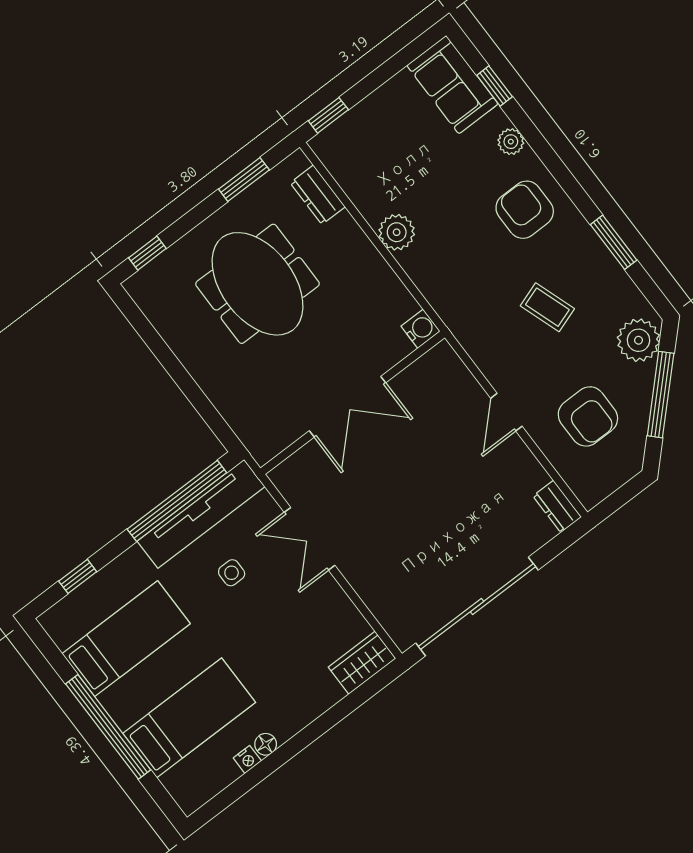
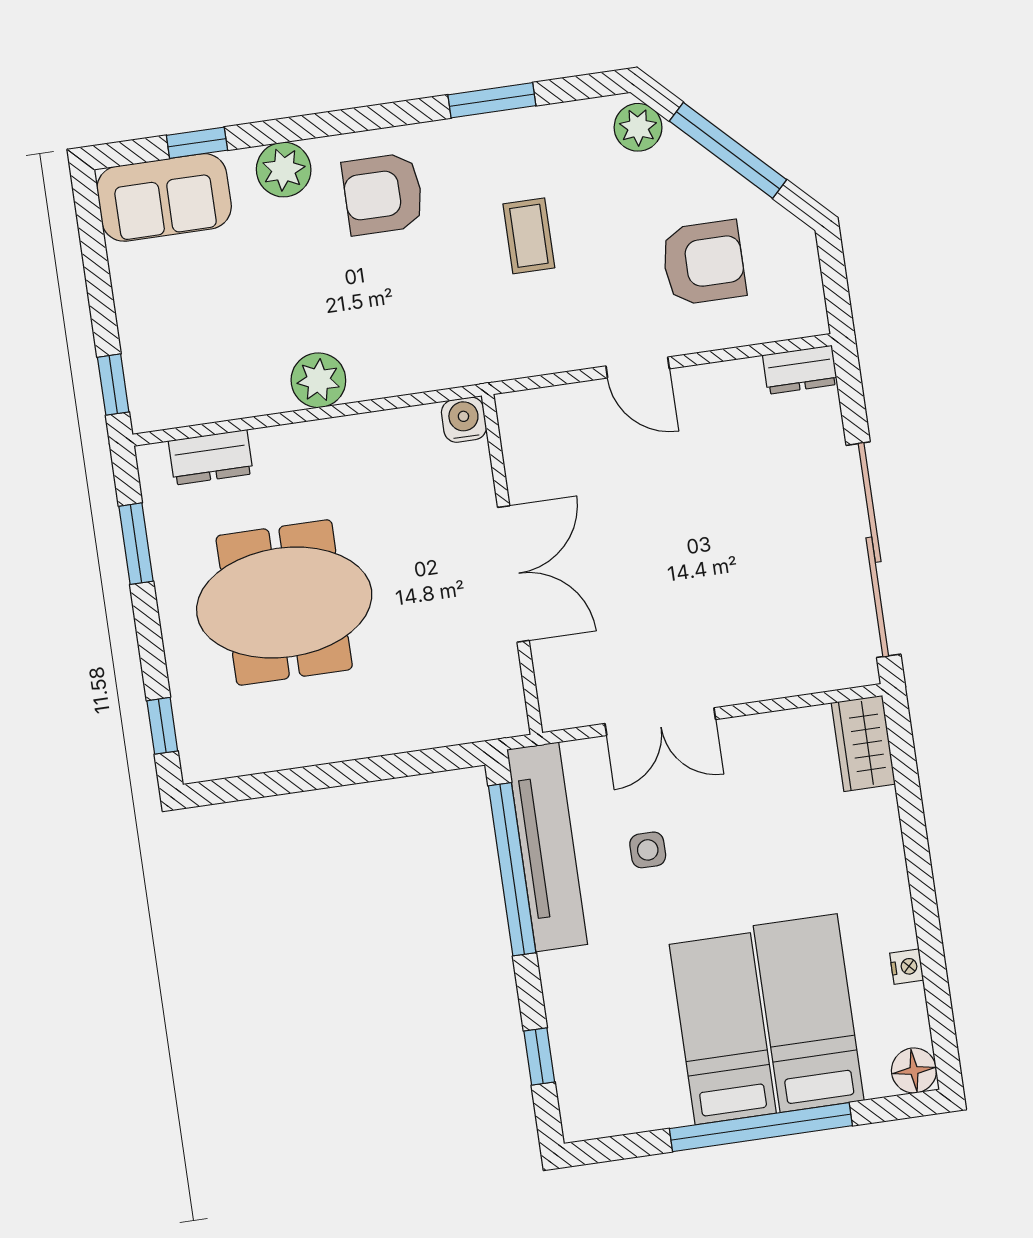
plant: (511, 142) -> (284, 170), width x1.38, depth x1.38
coffee table: (547, 307) -> (529, 236), turned -71
plant: (639, 340) -> (638, 127), width x0.73, depth x0.73
bed: (126, 639) -> (723, 1029), moved
floor lamp: (266, 744) -> (914, 1071), moved, width x1.37, depth x1.37

